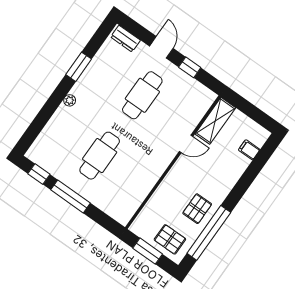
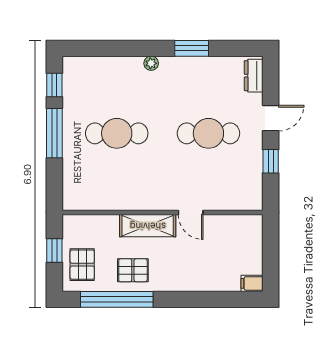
shelving: (215, 121) -> (148, 226), moved
filing cabinet: (249, 150) -> (252, 283), moved, turned -90
window: (148, 251) -> (54, 250), width x0.67

